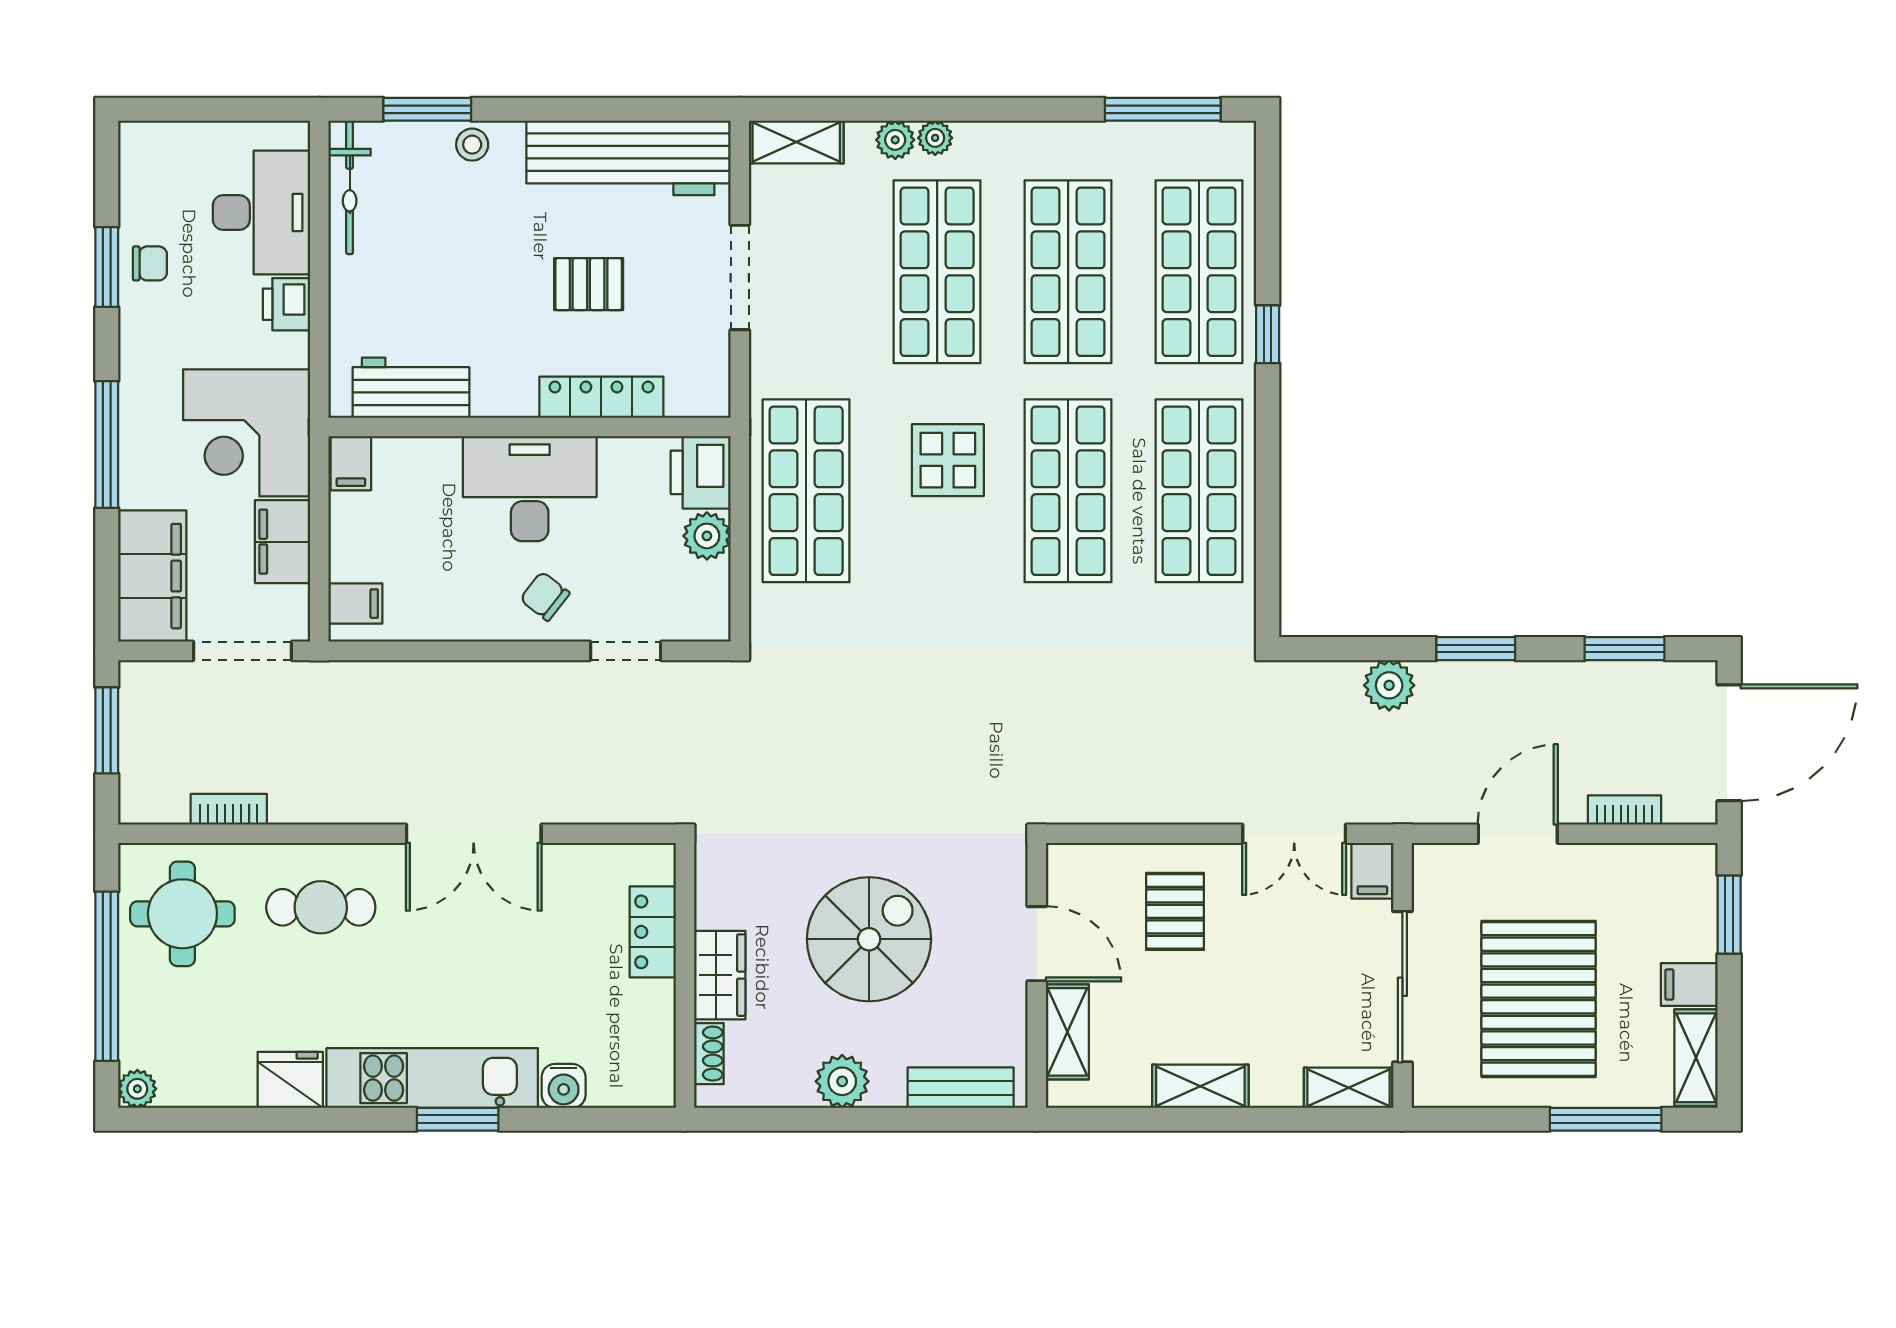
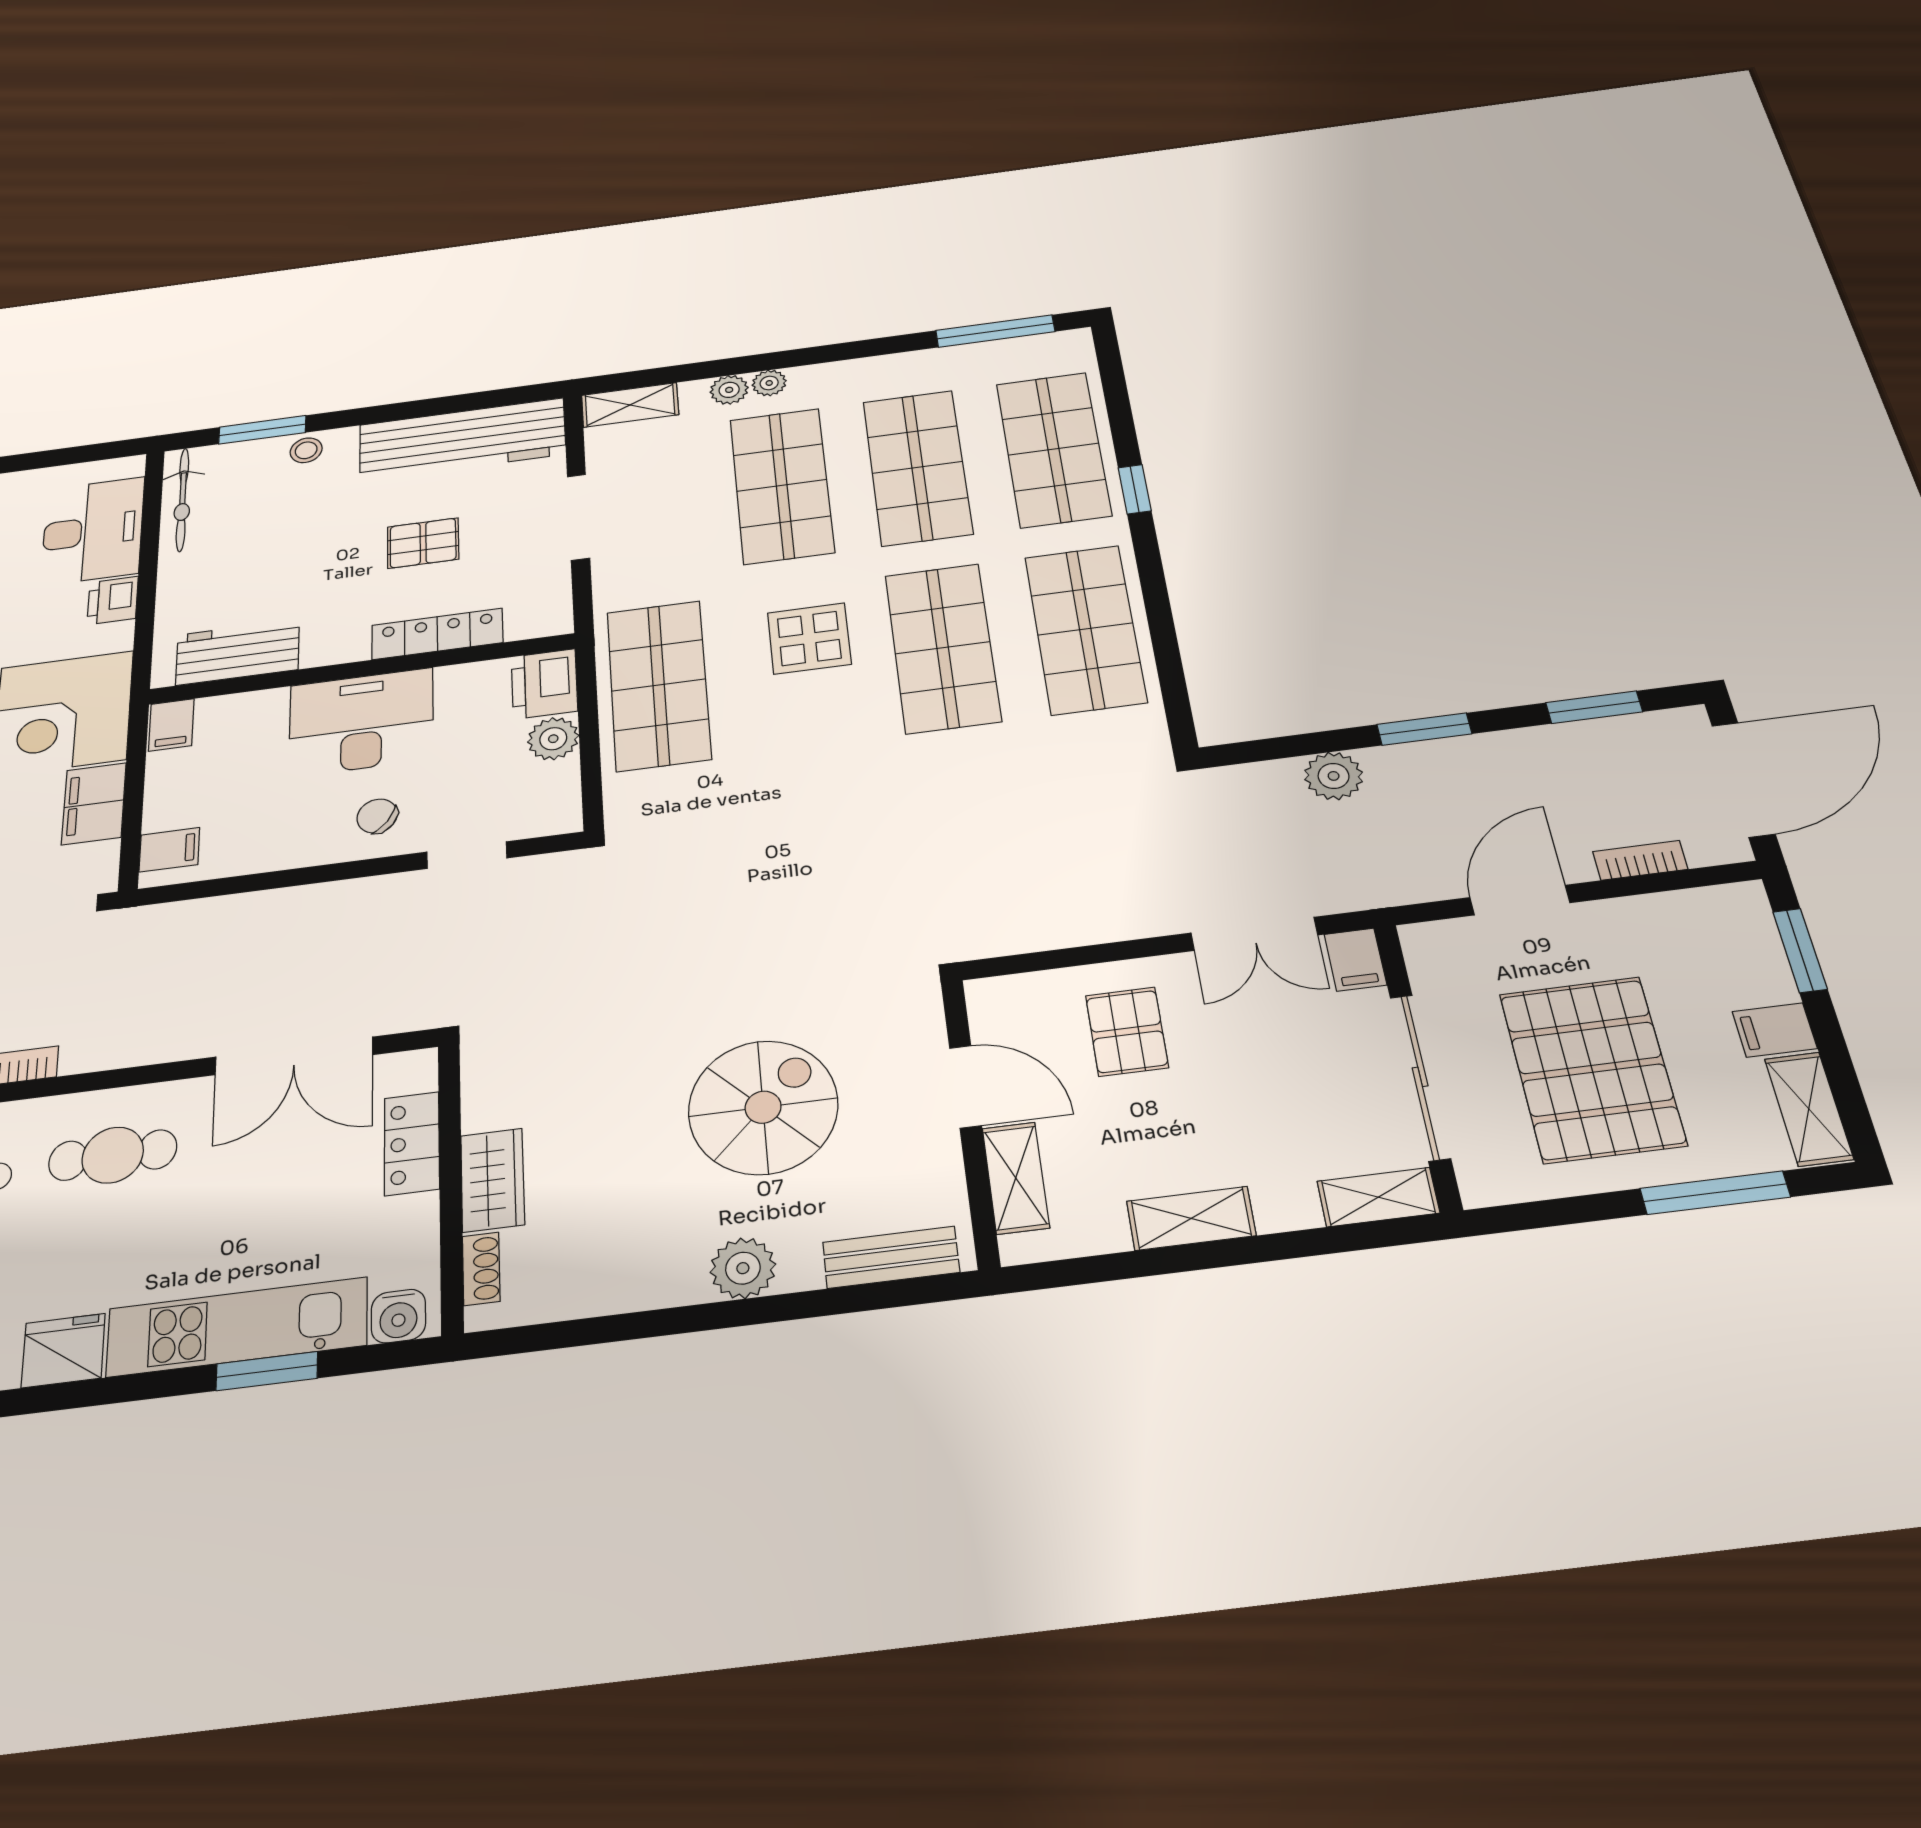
locker: (653, 932) -> (412, 1143), moved
wall: (685, 975) -> (451, 1186), moved
wardrobe: (720, 975) -> (492, 1180), moved
shoe rack: (709, 1054) -> (481, 1269), moved

